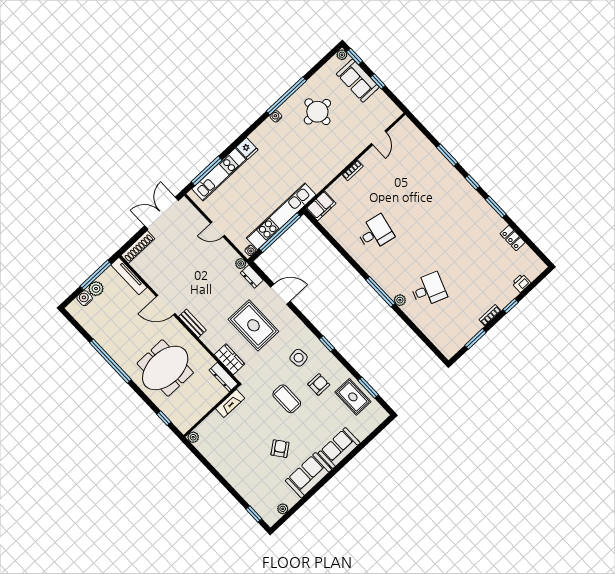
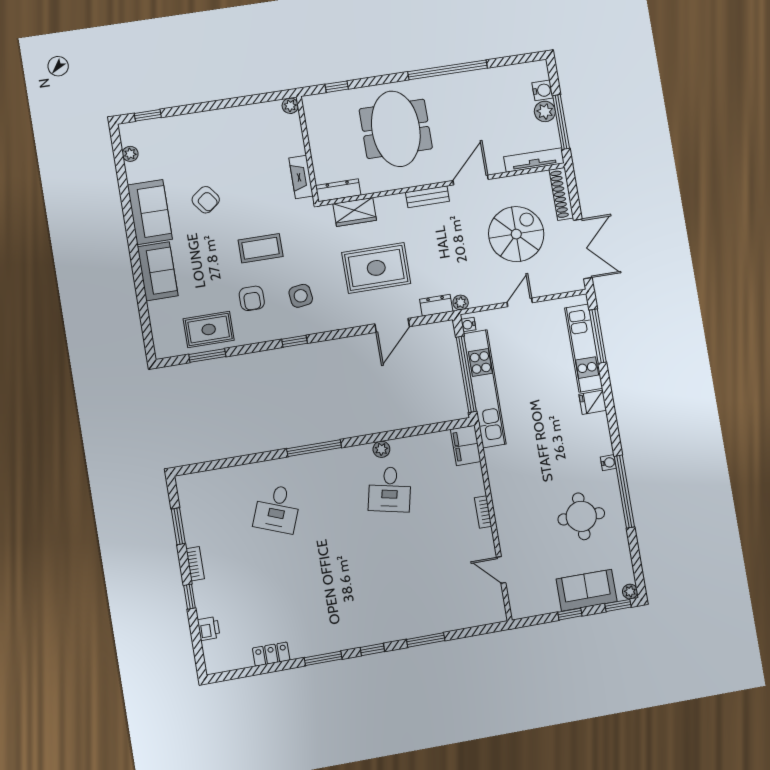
spiral stairs: (179, 258) -> (516, 234), added
plant: (400, 300) -> (381, 449), moved

